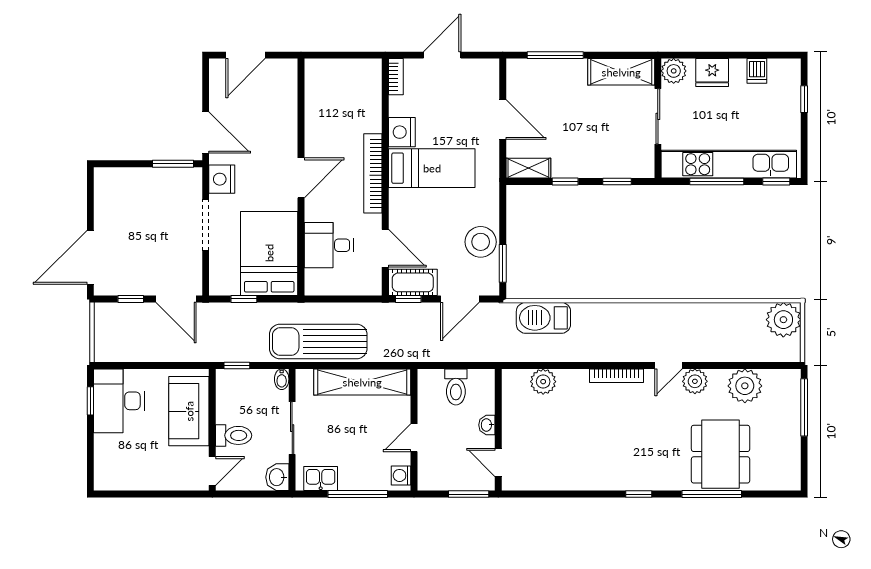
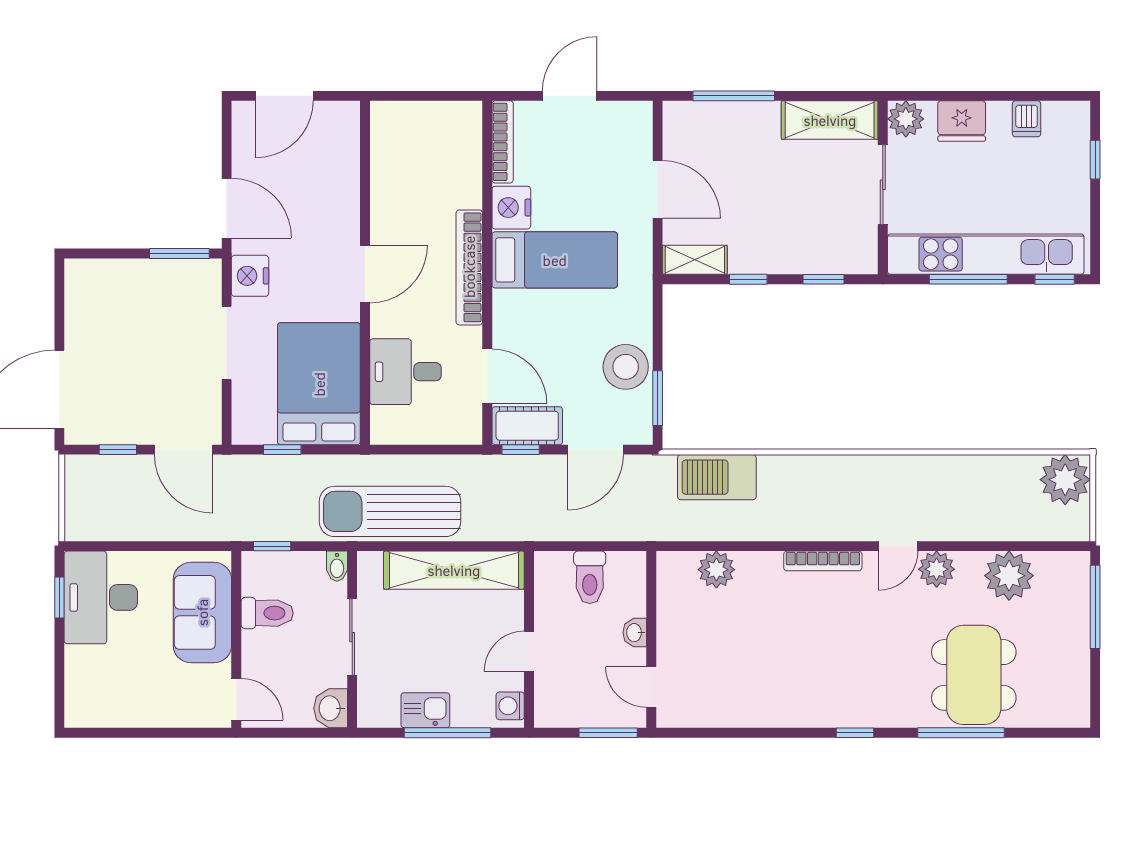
bookcase: (396, 77) -> (503, 142), width x1.56
toilet: (234, 435) -> (267, 613), moved
door: (212, 471) -> (236, 699), hinge flipped
kitchen sink: (321, 479) -> (425, 710), moved

